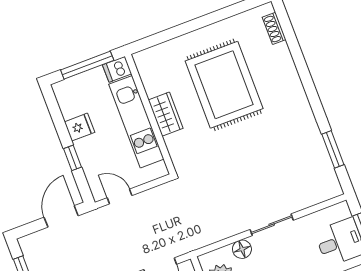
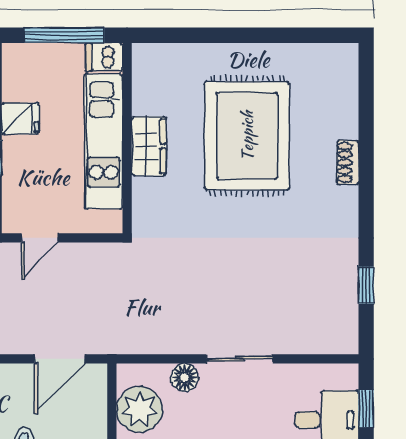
shoe rack: (274, 28) -> (348, 162), moved
window: (333, 149) -> (366, 285), width x0.67
door: (120, 197) -> (40, 238), swing flipped

